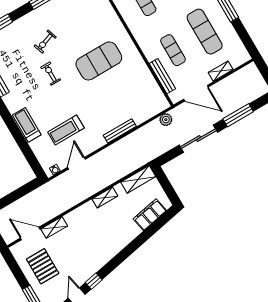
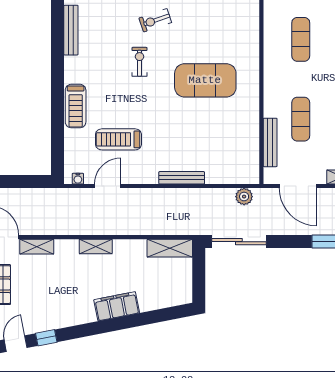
treadmill: (27, 125) -> (76, 106), turned 180
sliding door: (198, 139) -> (239, 242), moved
shelving: (105, 198) -> (96, 246), moved
filing cabinet: (150, 215) -> (117, 306), moved

